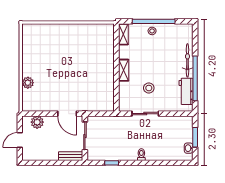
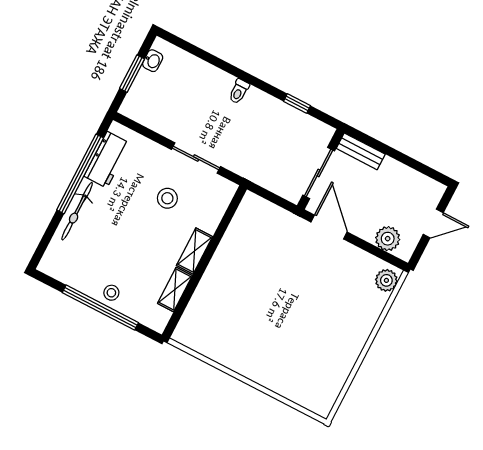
shelving: (123, 34) -> (175, 290), moved
plant: (28, 83) -> (386, 280), moved

